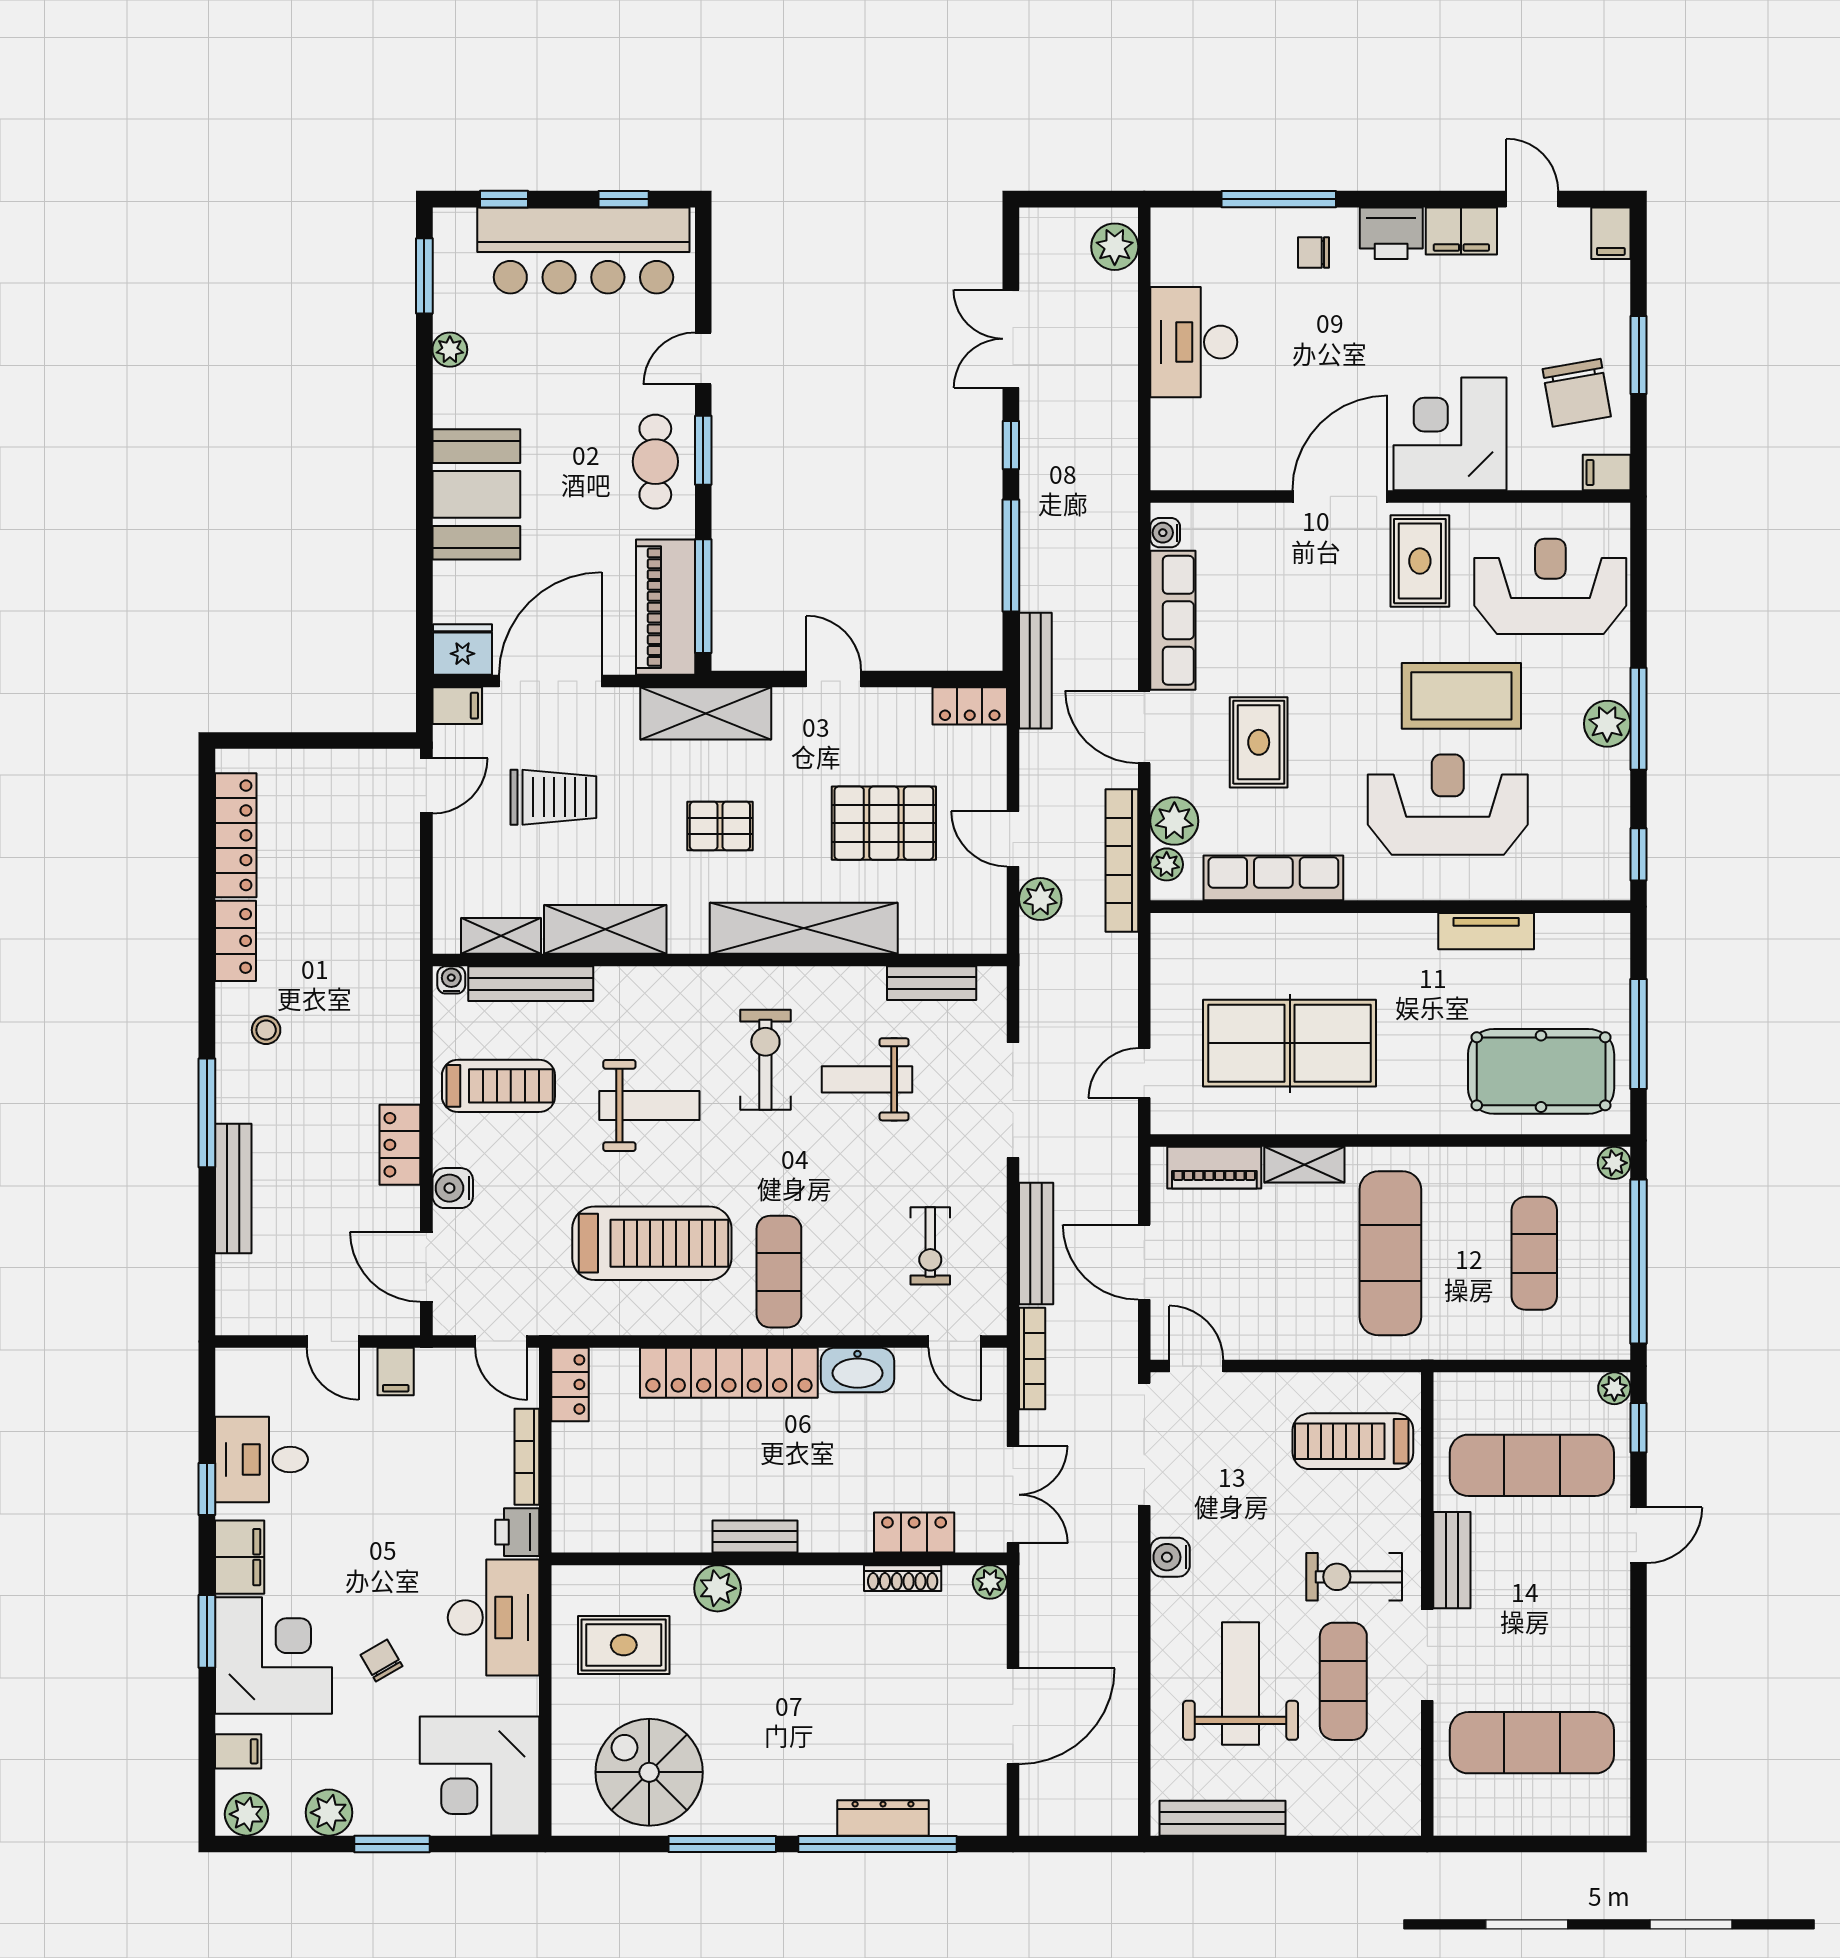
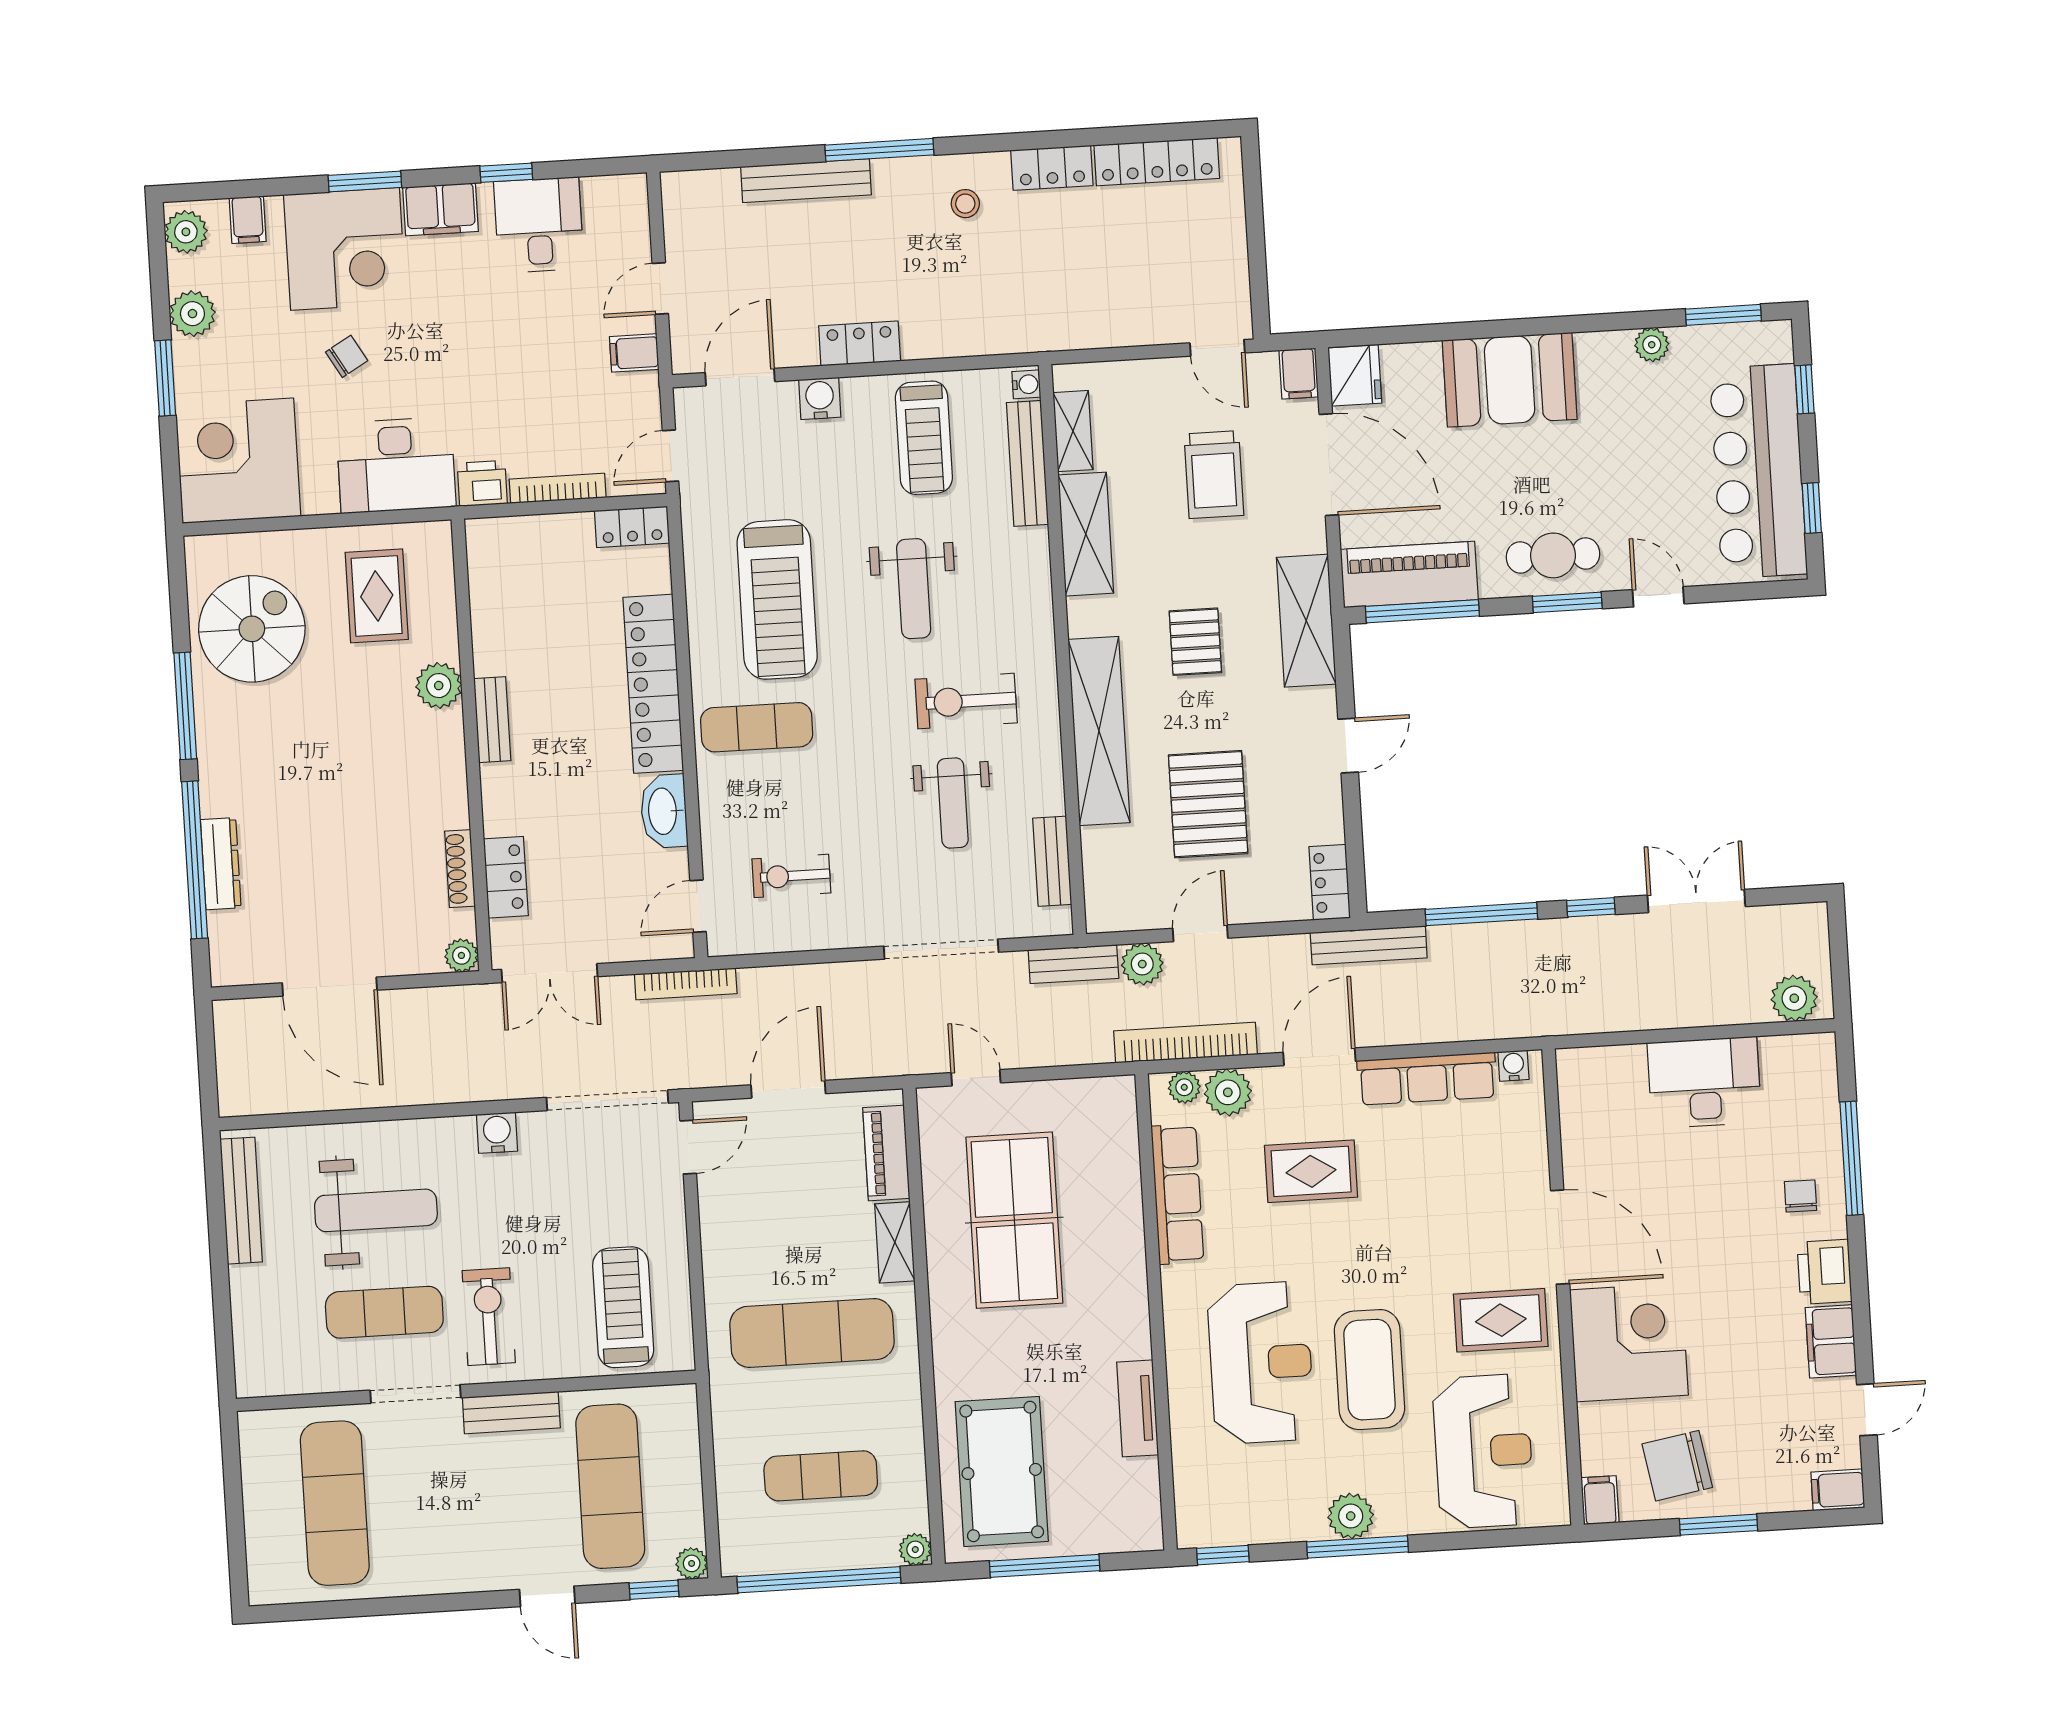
exercise bike: (765, 1060) -> (966, 701), turned 180
weight bench: (867, 1079) -> (953, 803), turned 180
bench: (1036, 1244) -> (1073, 964), moved, width x0.73

